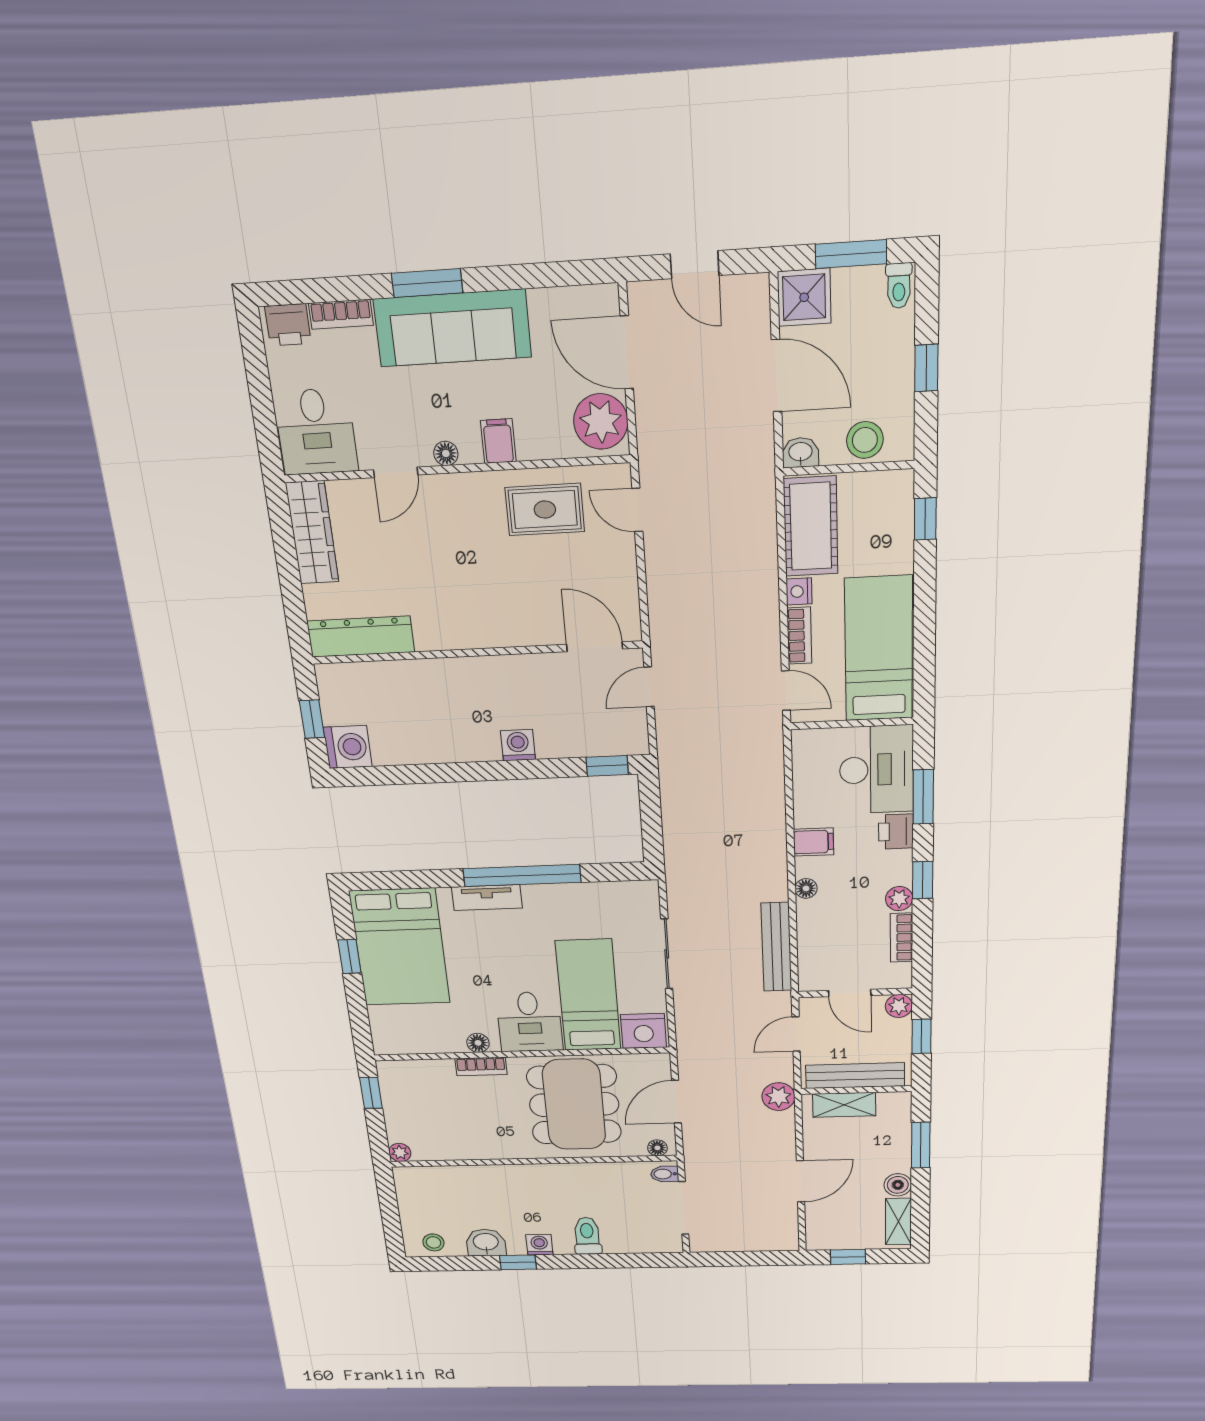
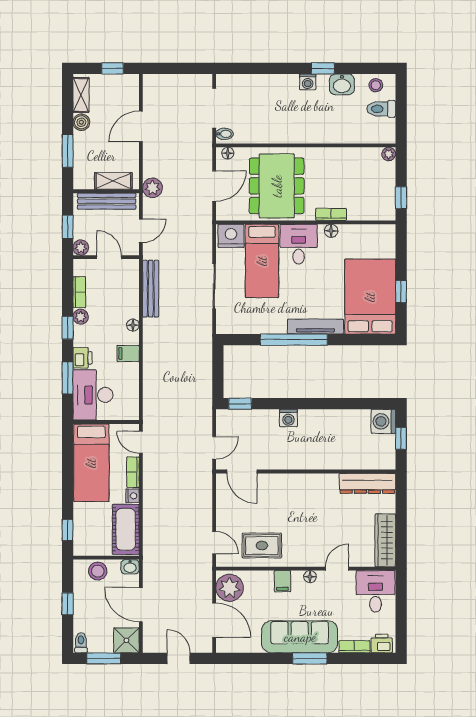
tv unit: (487, 898) -> (315, 327), width x1.41
toilet: (587, 1236) -> (381, 109), moved, turned 90

